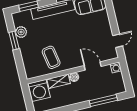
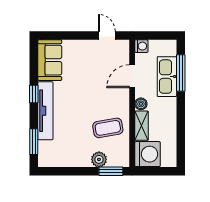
plant: (21, 32) -> (99, 159), moved
window: (14, 41) -> (111, 171), moved
kitchen sink: (98, 91) -> (167, 77), added

